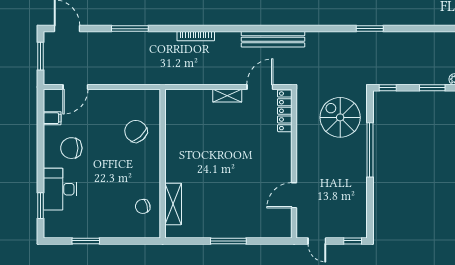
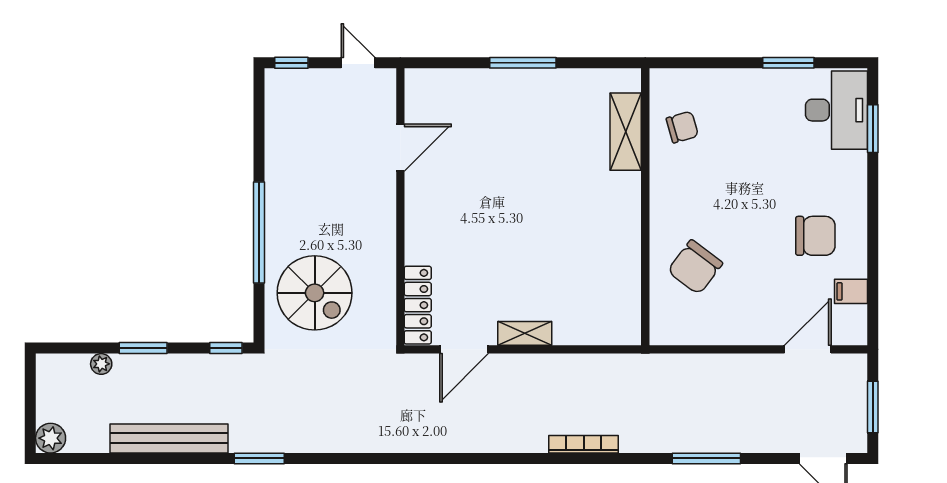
bench: (273, 39) -> (169, 438), moved
chair: (136, 131) -> (695, 267), turned 79
desk: (60, 189) -> (836, 110), moved

